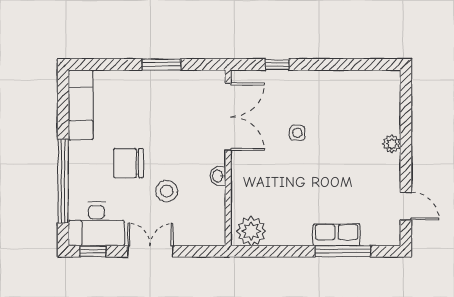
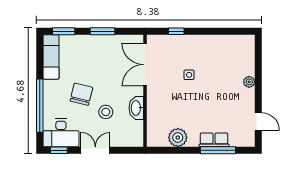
window: (101, 64) -> (64, 31), added
double door: (228, 117) -> (145, 65), swing flipped
chair: (128, 163) -> (81, 94), turned 104
washbasin: (218, 176) -> (136, 108), width x1.91, depth x1.45
plant: (251, 231) -> (178, 137), moved

